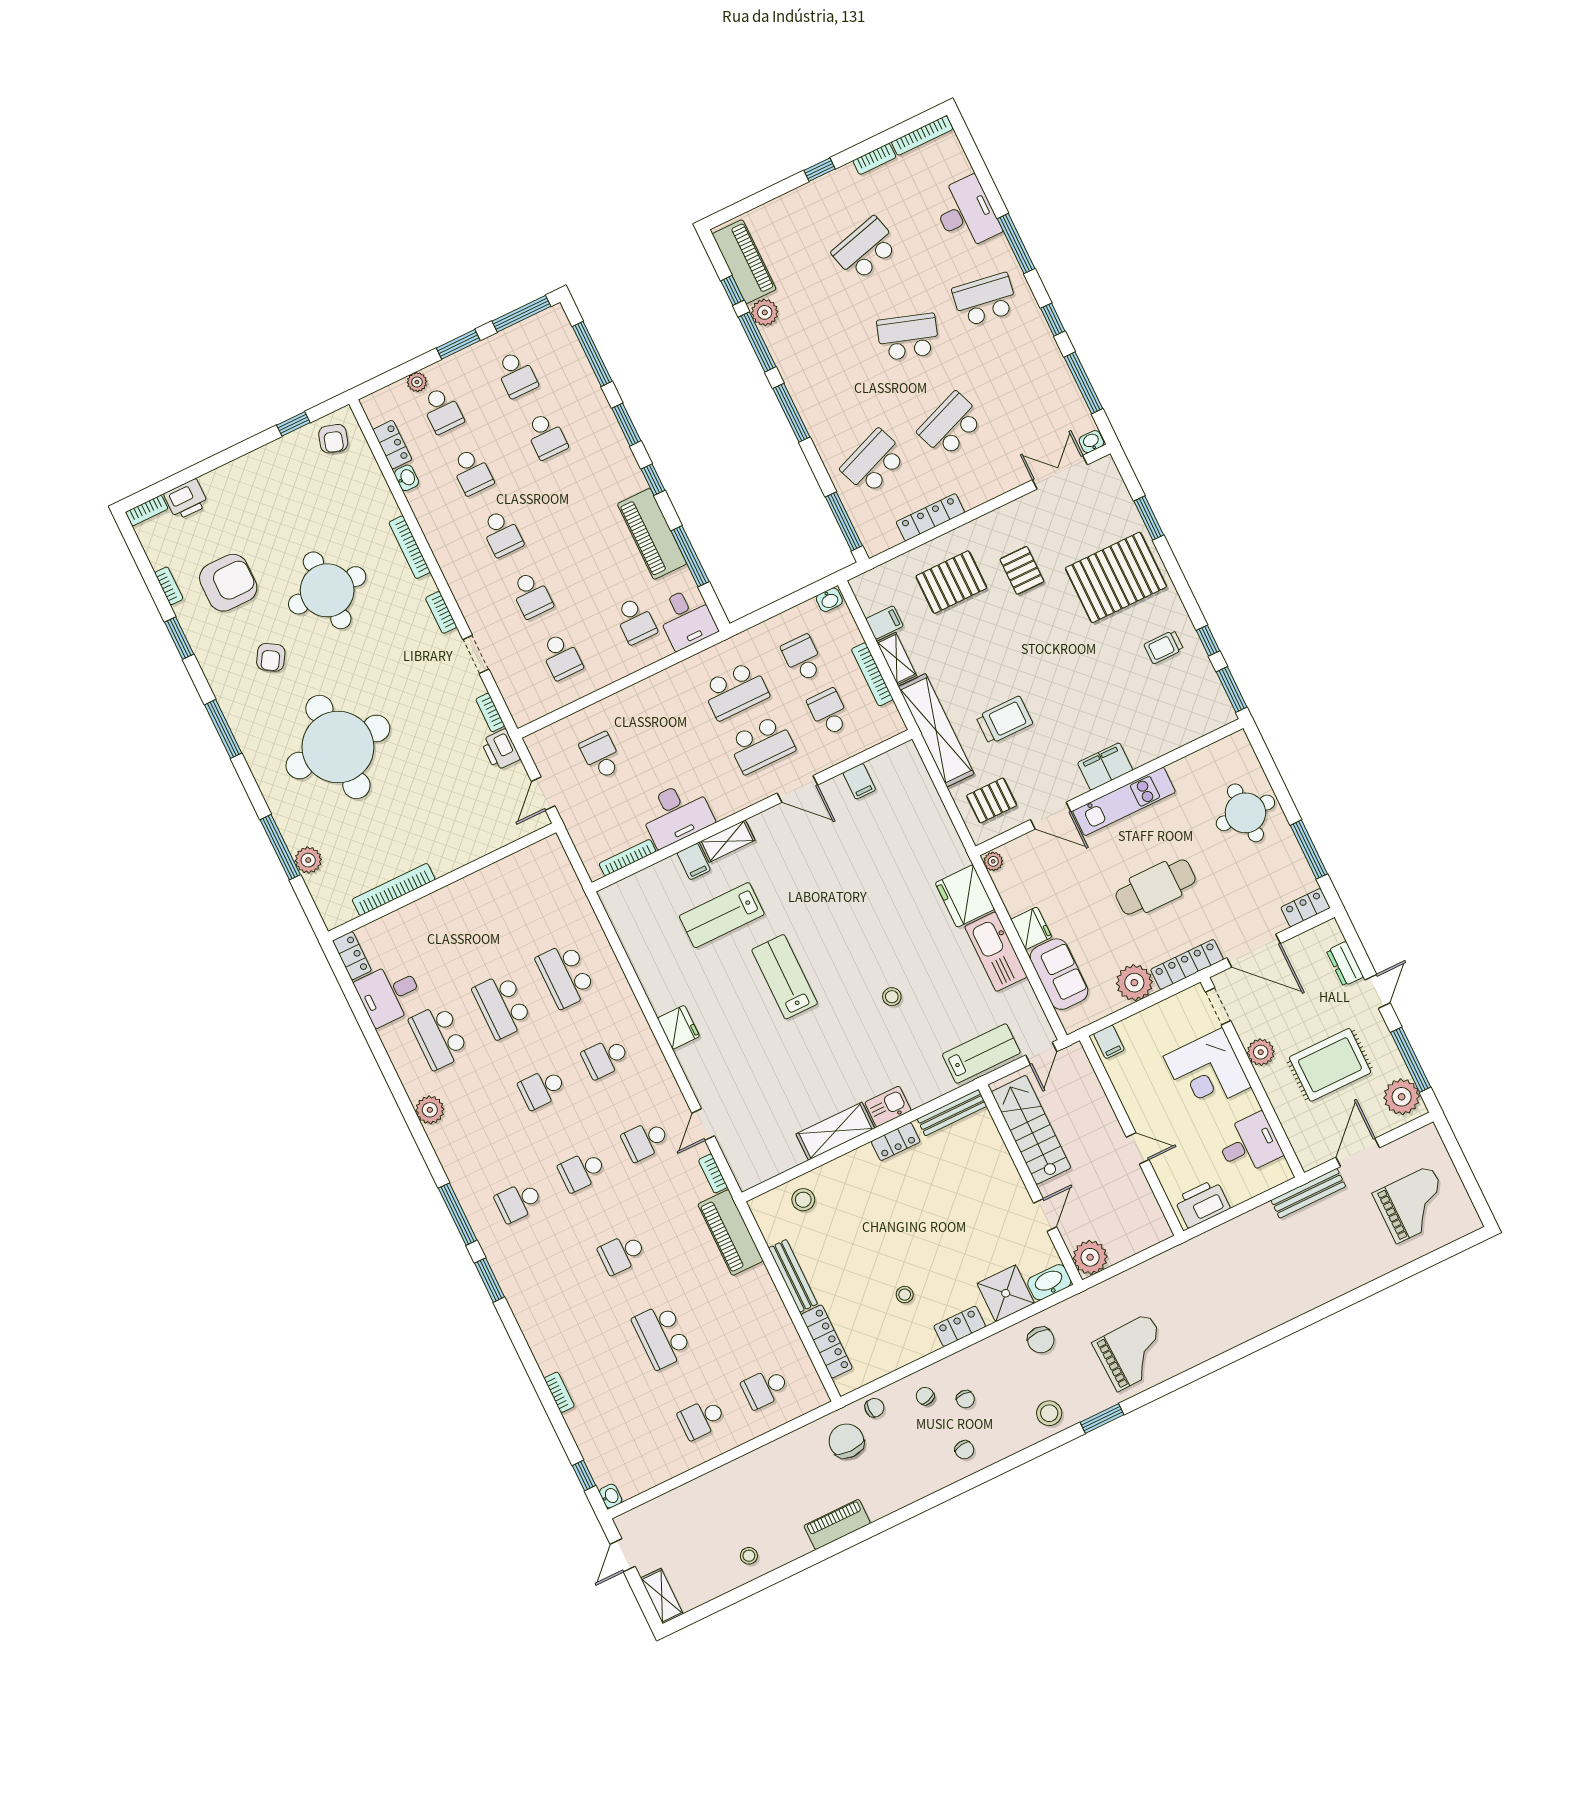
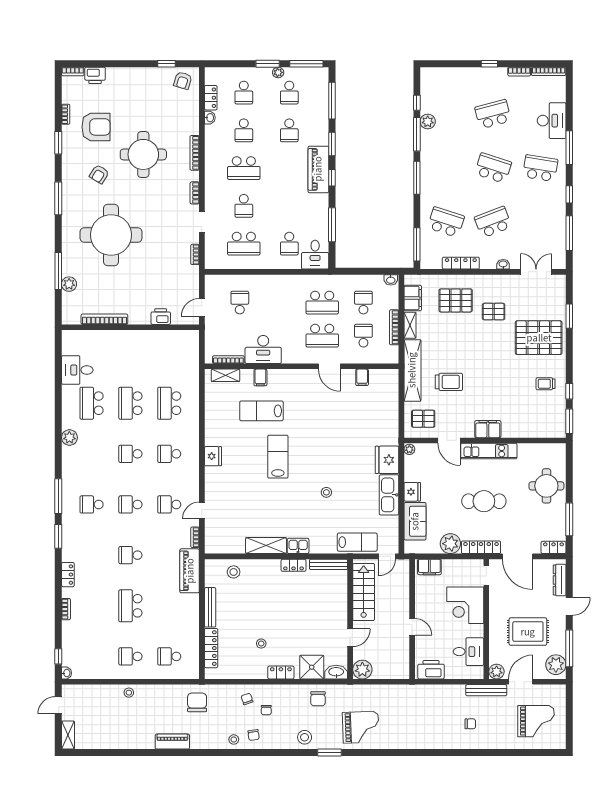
piano: (744, 262) -> (430, 91), removed
plant: (417, 382) -> (278, 72), moved
washbasin: (1091, 442) -> (503, 264), moved
school desk: (874, 462) -> (446, 222), turned 39
school desk: (502, 533) -> (244, 168), width x1.85
piano: (652, 534) -> (318, 169), moved
pallet: (1022, 570) -> (494, 312), turned 90
filing cabinet: (884, 623) -> (413, 298), width x2.00
school desk: (561, 656) -> (244, 244), width x1.85
printer: (501, 750) -> (161, 317), moved, turned 90
shelving: (727, 841) -> (225, 375), moved
locker: (352, 956) -> (68, 575), moved
dresser: (1345, 964) -> (560, 580), width x1.44
filing cabinet: (1109, 1042) -> (429, 567), width x2.00
plant: (1261, 1052) -> (497, 672), moved
chair: (874, 1408) -> (470, 724), moved
stool: (936, 1473) -> (234, 739), added
stool: (749, 1556) -> (129, 693), moved

